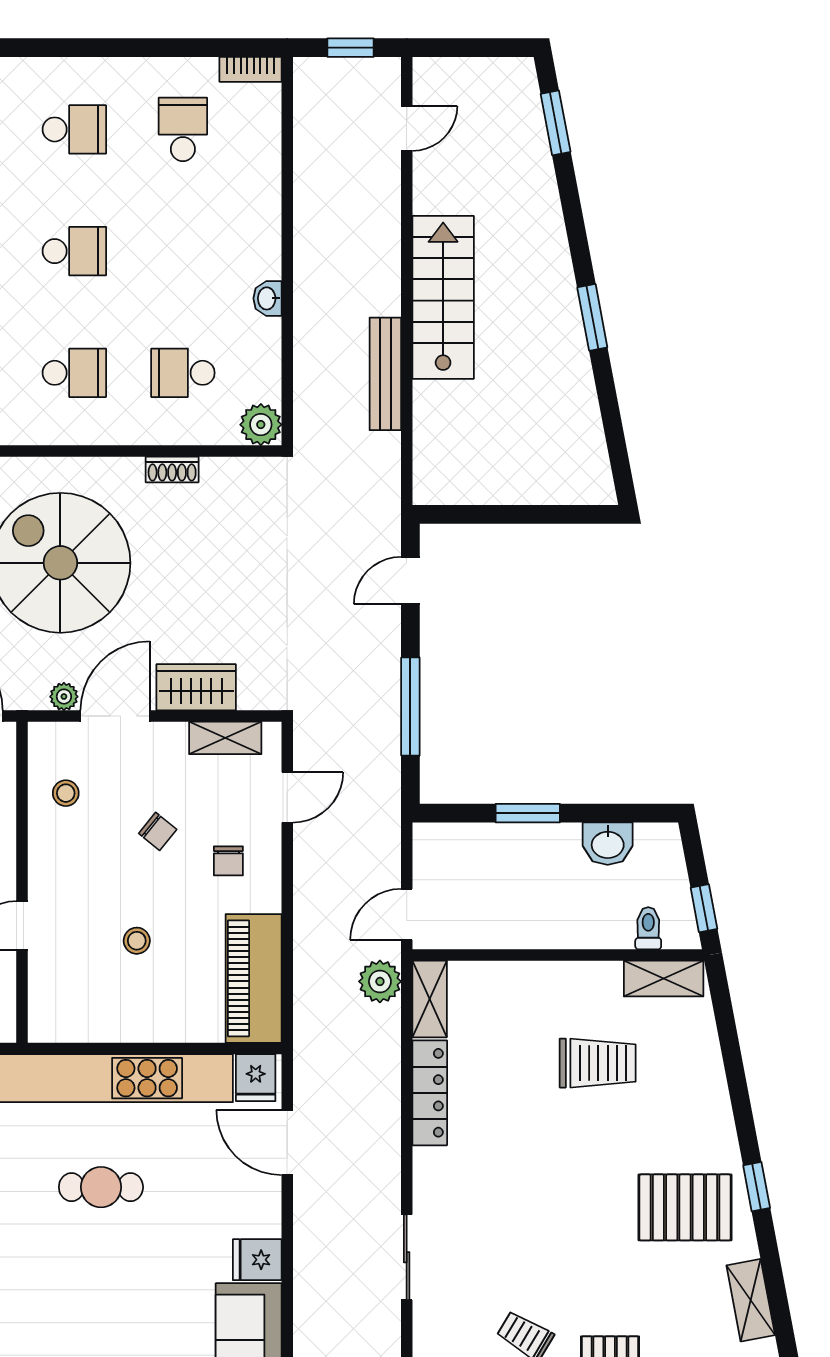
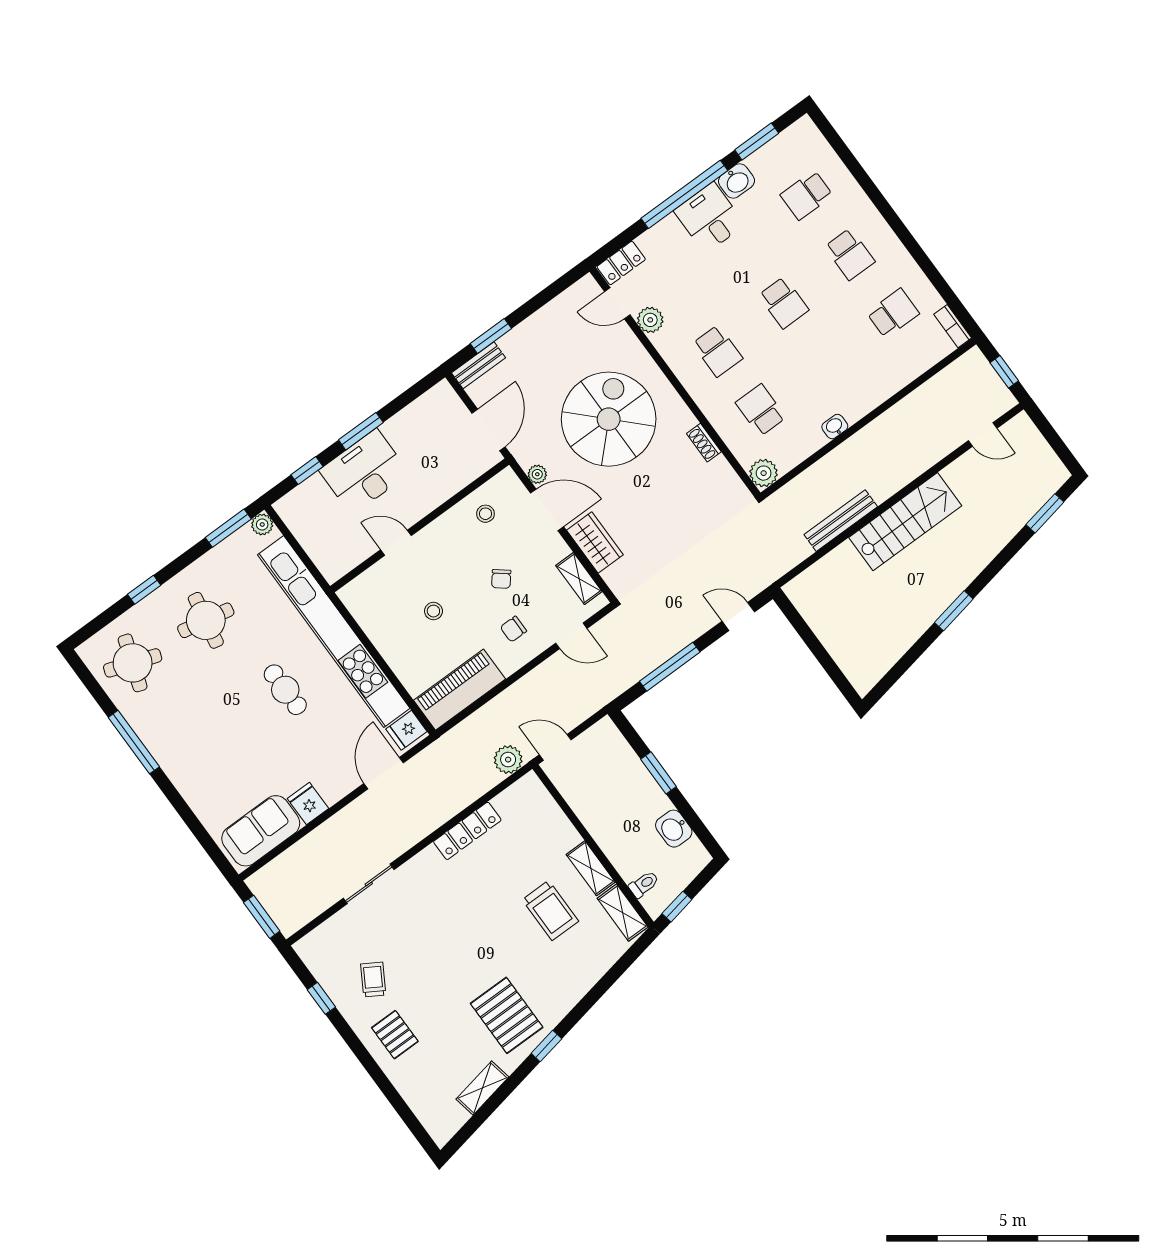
shelving: (430, 999) -> (591, 868), moved, turned 90

